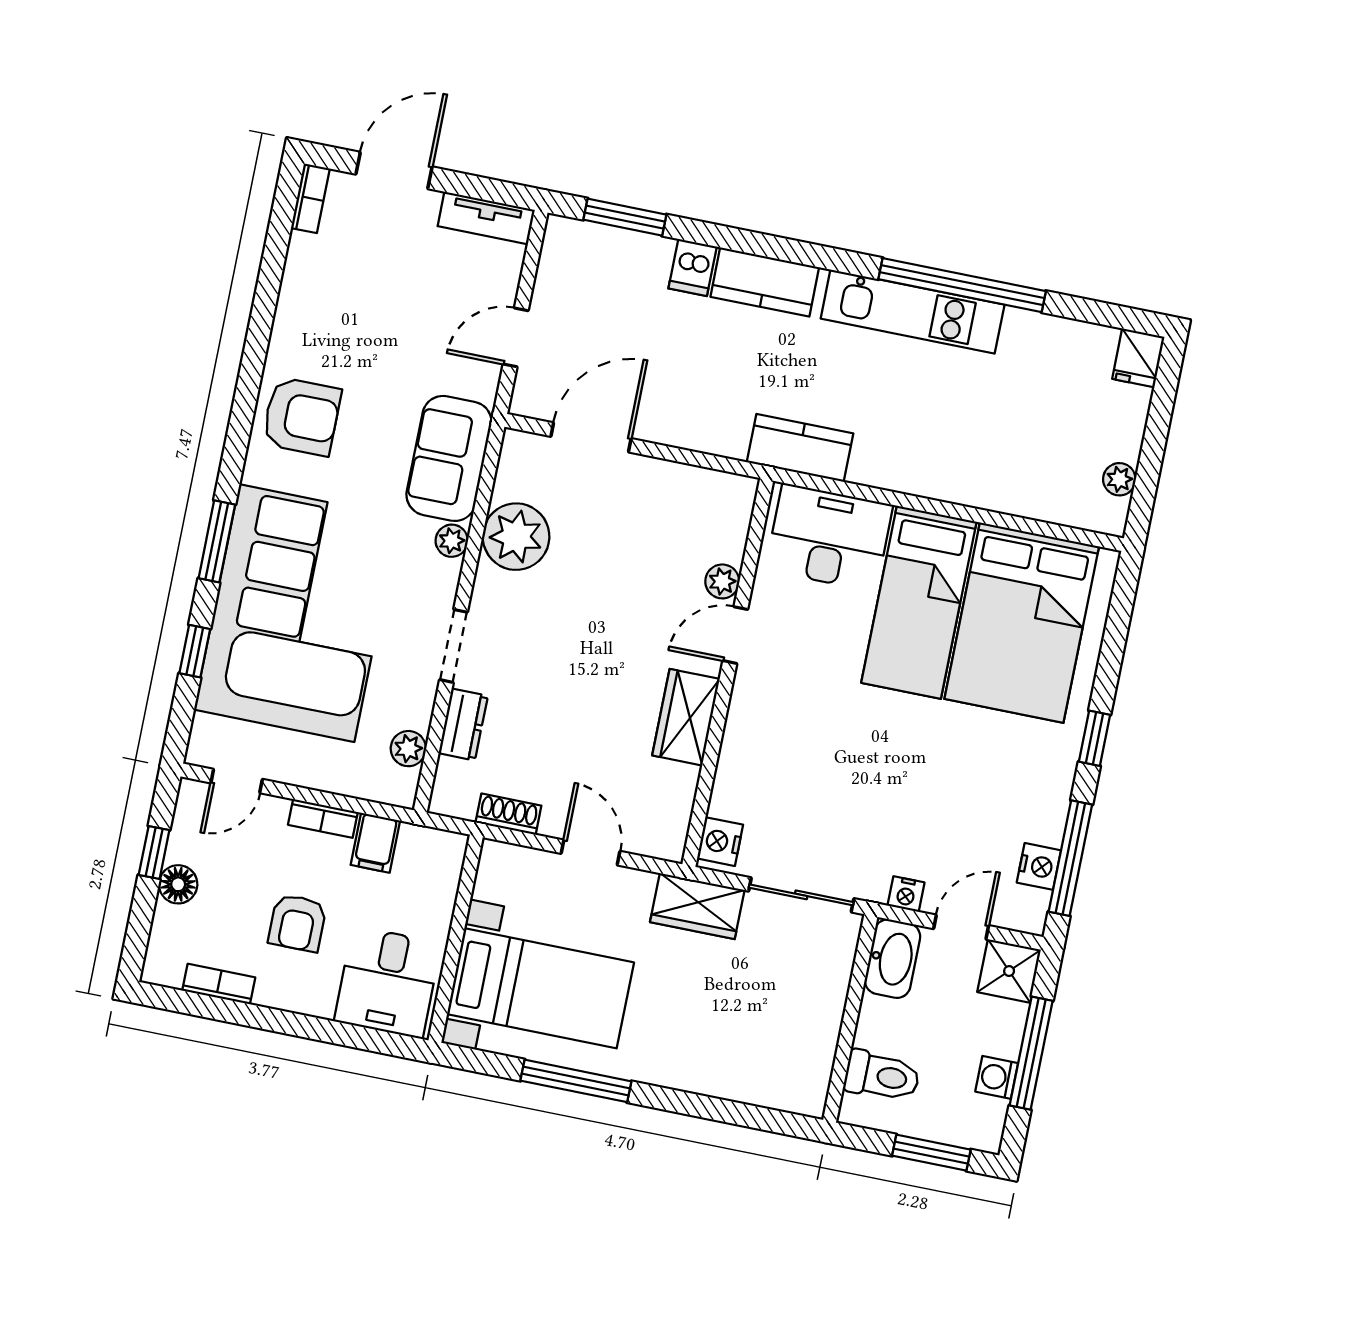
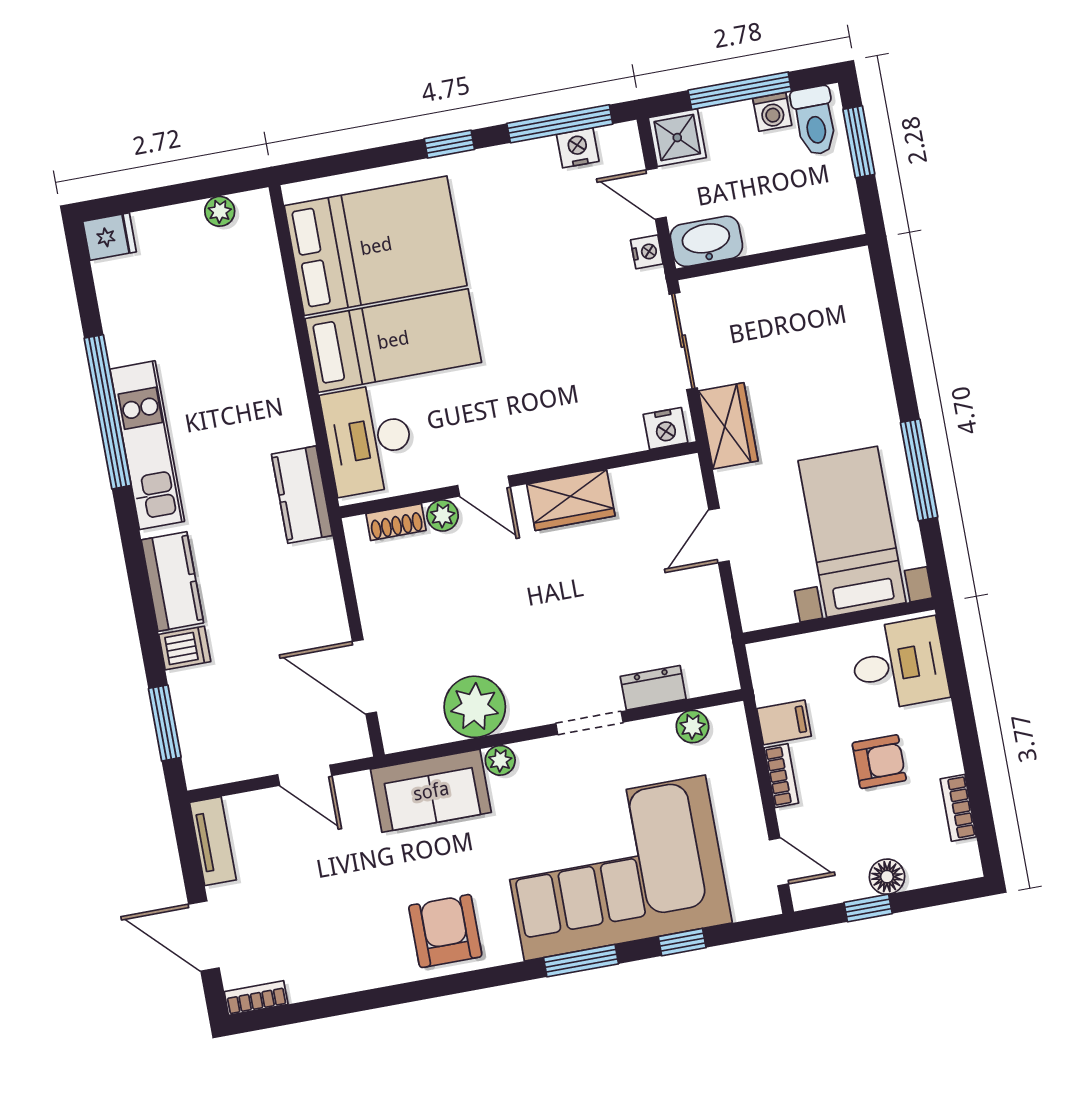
shoe rack: (508, 814) -> (396, 522), moved, turned -90
toilet: (882, 1076) -> (815, 121), moved, turned 180

